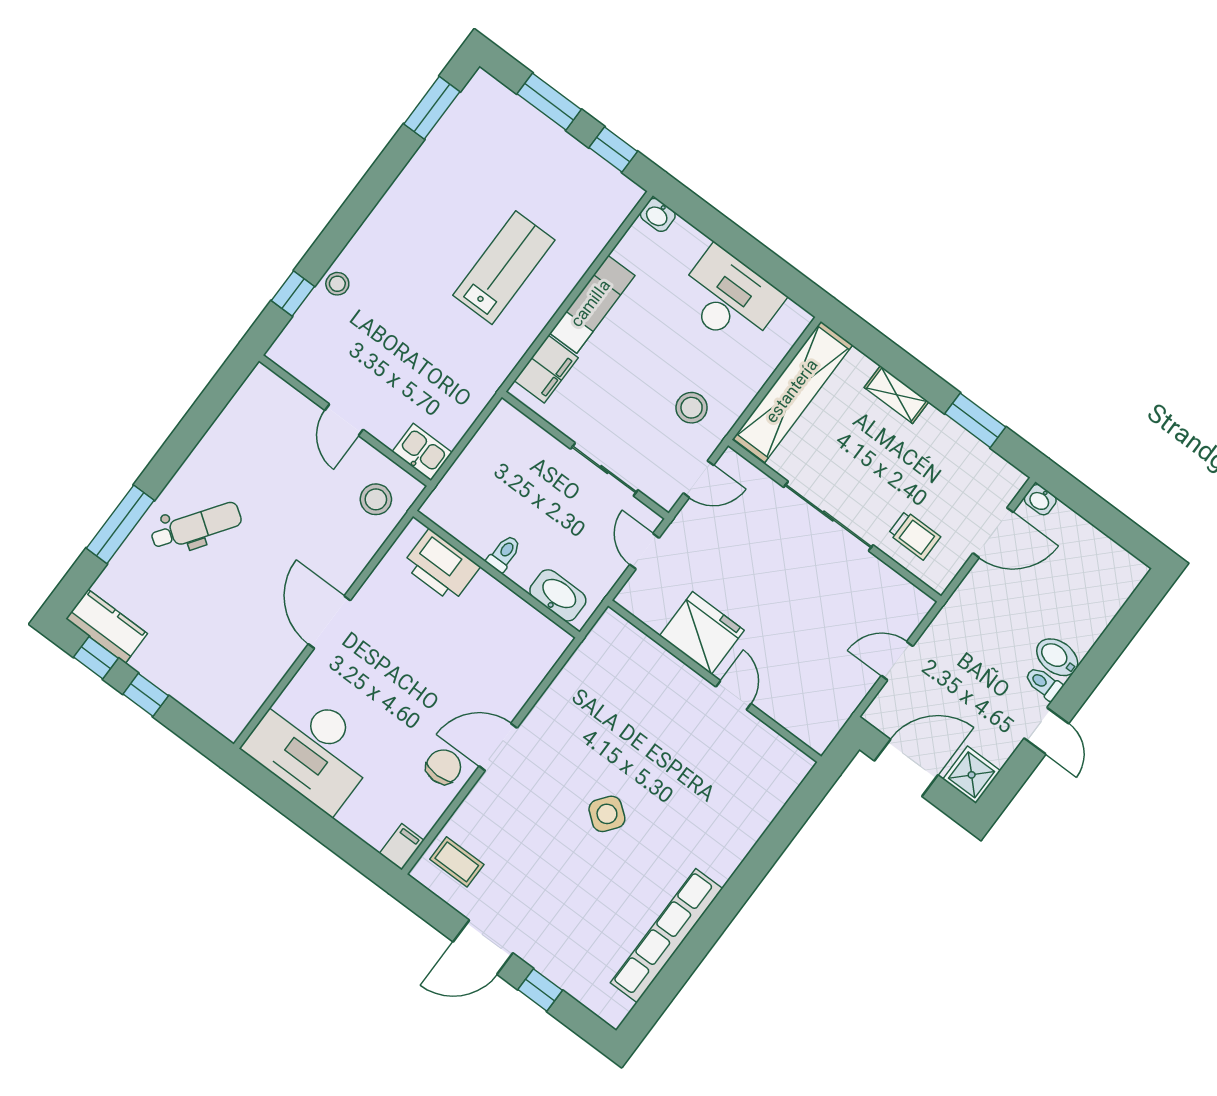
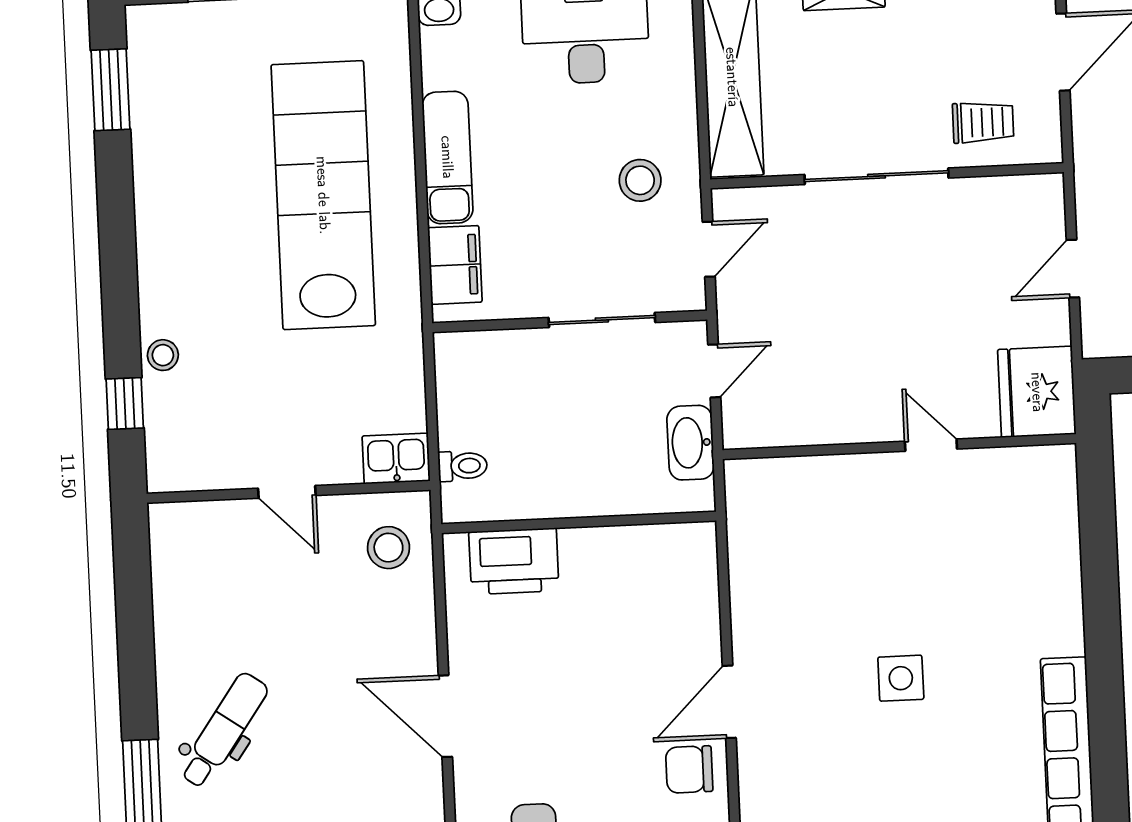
lab bench: (504, 268) -> (323, 195), width x1.86, depth x1.39
door: (644, 551) -> (714, 371), swing flipped
toilet: (504, 554) -> (463, 466), moved, turned 90
washbasin: (558, 595) -> (691, 443), moved, turned -90
fridge: (702, 633) -> (1037, 392), moved, turned -90
chair: (443, 767) -> (689, 769), turned -90
side table: (607, 814) -> (901, 678), turned -38

